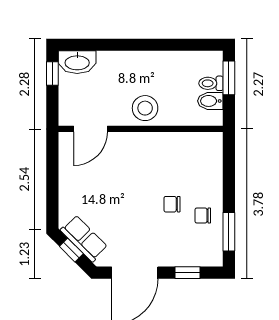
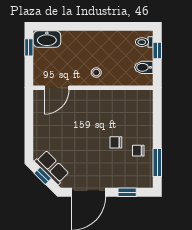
window: (229, 78) -> (157, 50), width x0.67
toilet: (211, 83) -> (144, 42), moved
stool: (145, 108) -> (96, 72), width x0.53, depth x0.53

